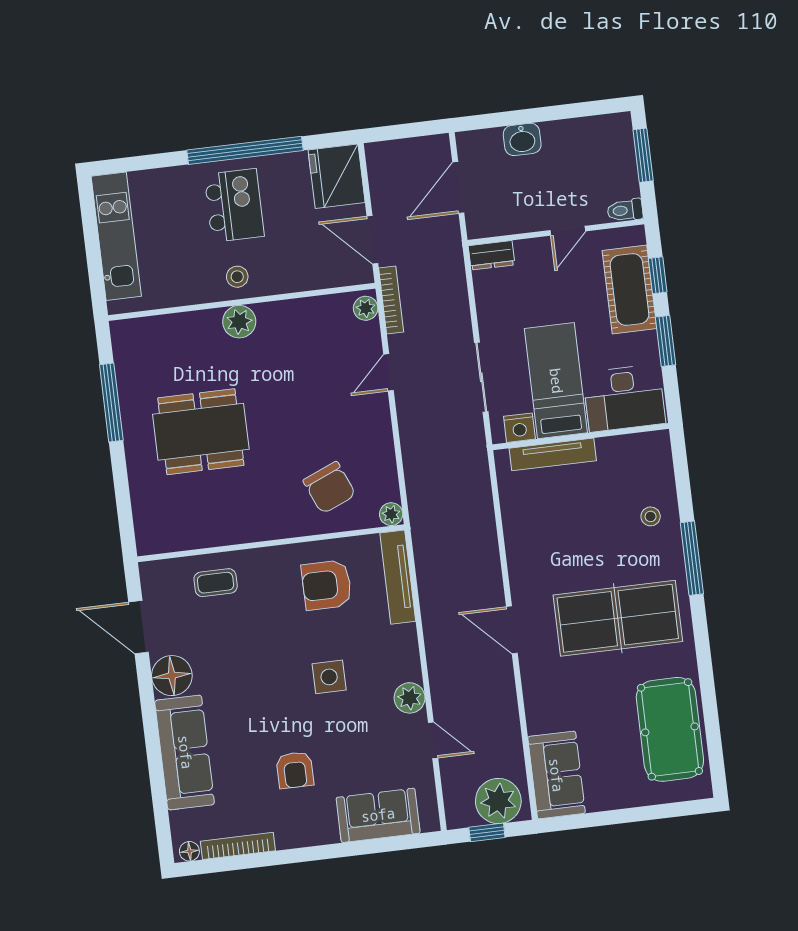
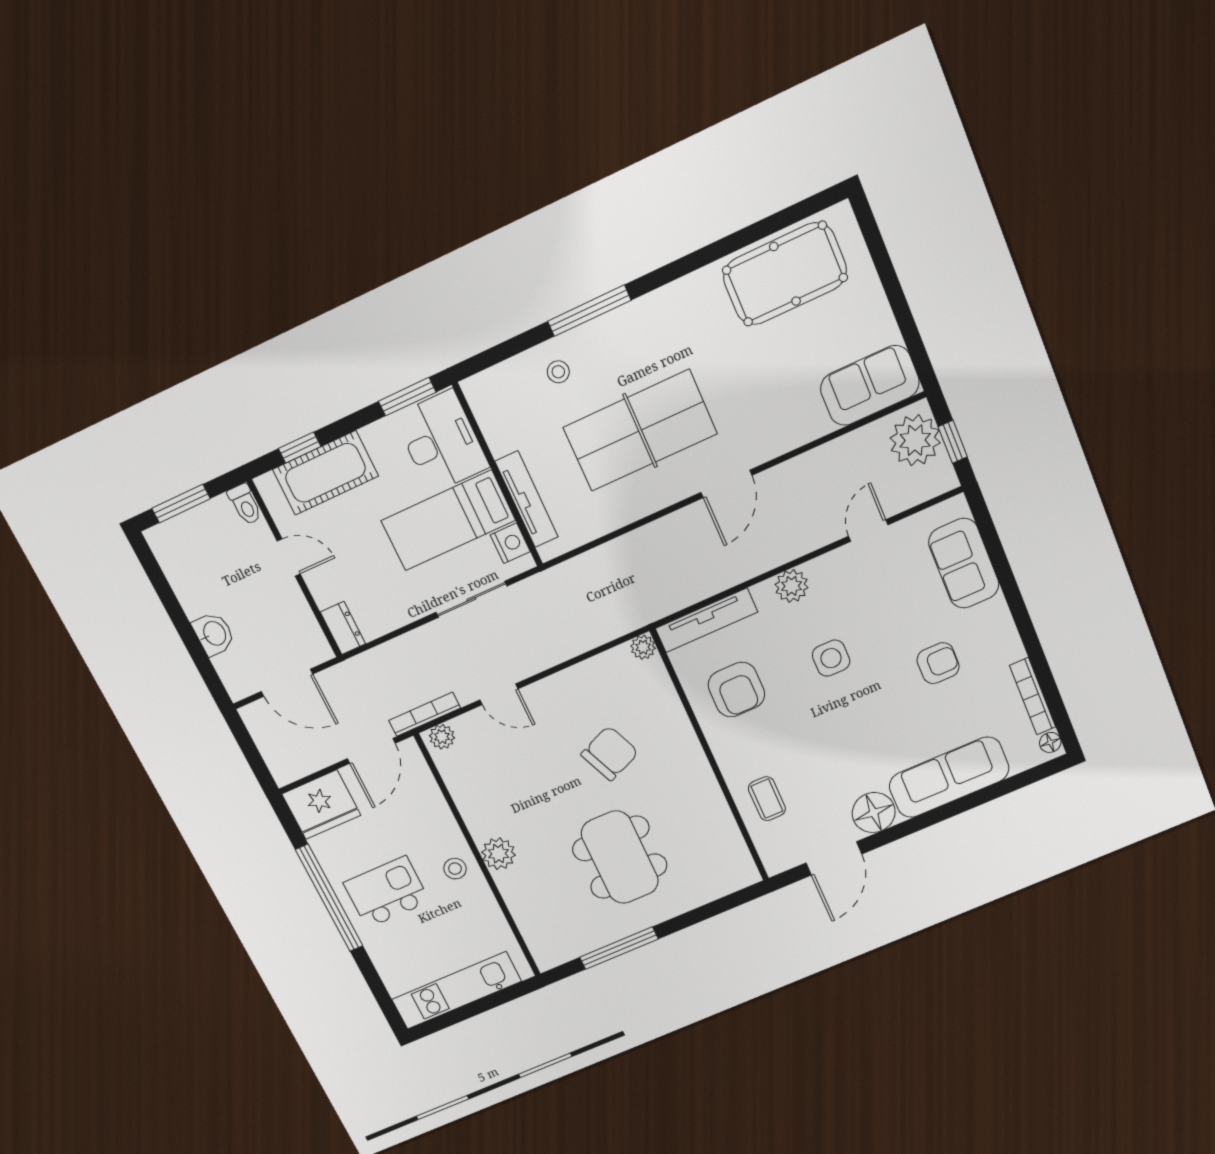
window: (666, 341) -> (407, 397), moved
chair: (329, 488) -> (610, 753), moved
table tennis table: (618, 618) -> (640, 431), moved, turned 90
plant: (410, 698) -> (792, 586), moved

